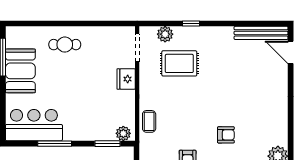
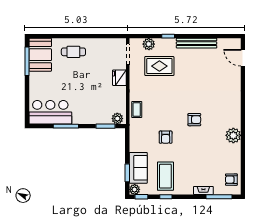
bench: (261, 33) -> (197, 43), moved
booth: (20, 71) -> (40, 55), moved

